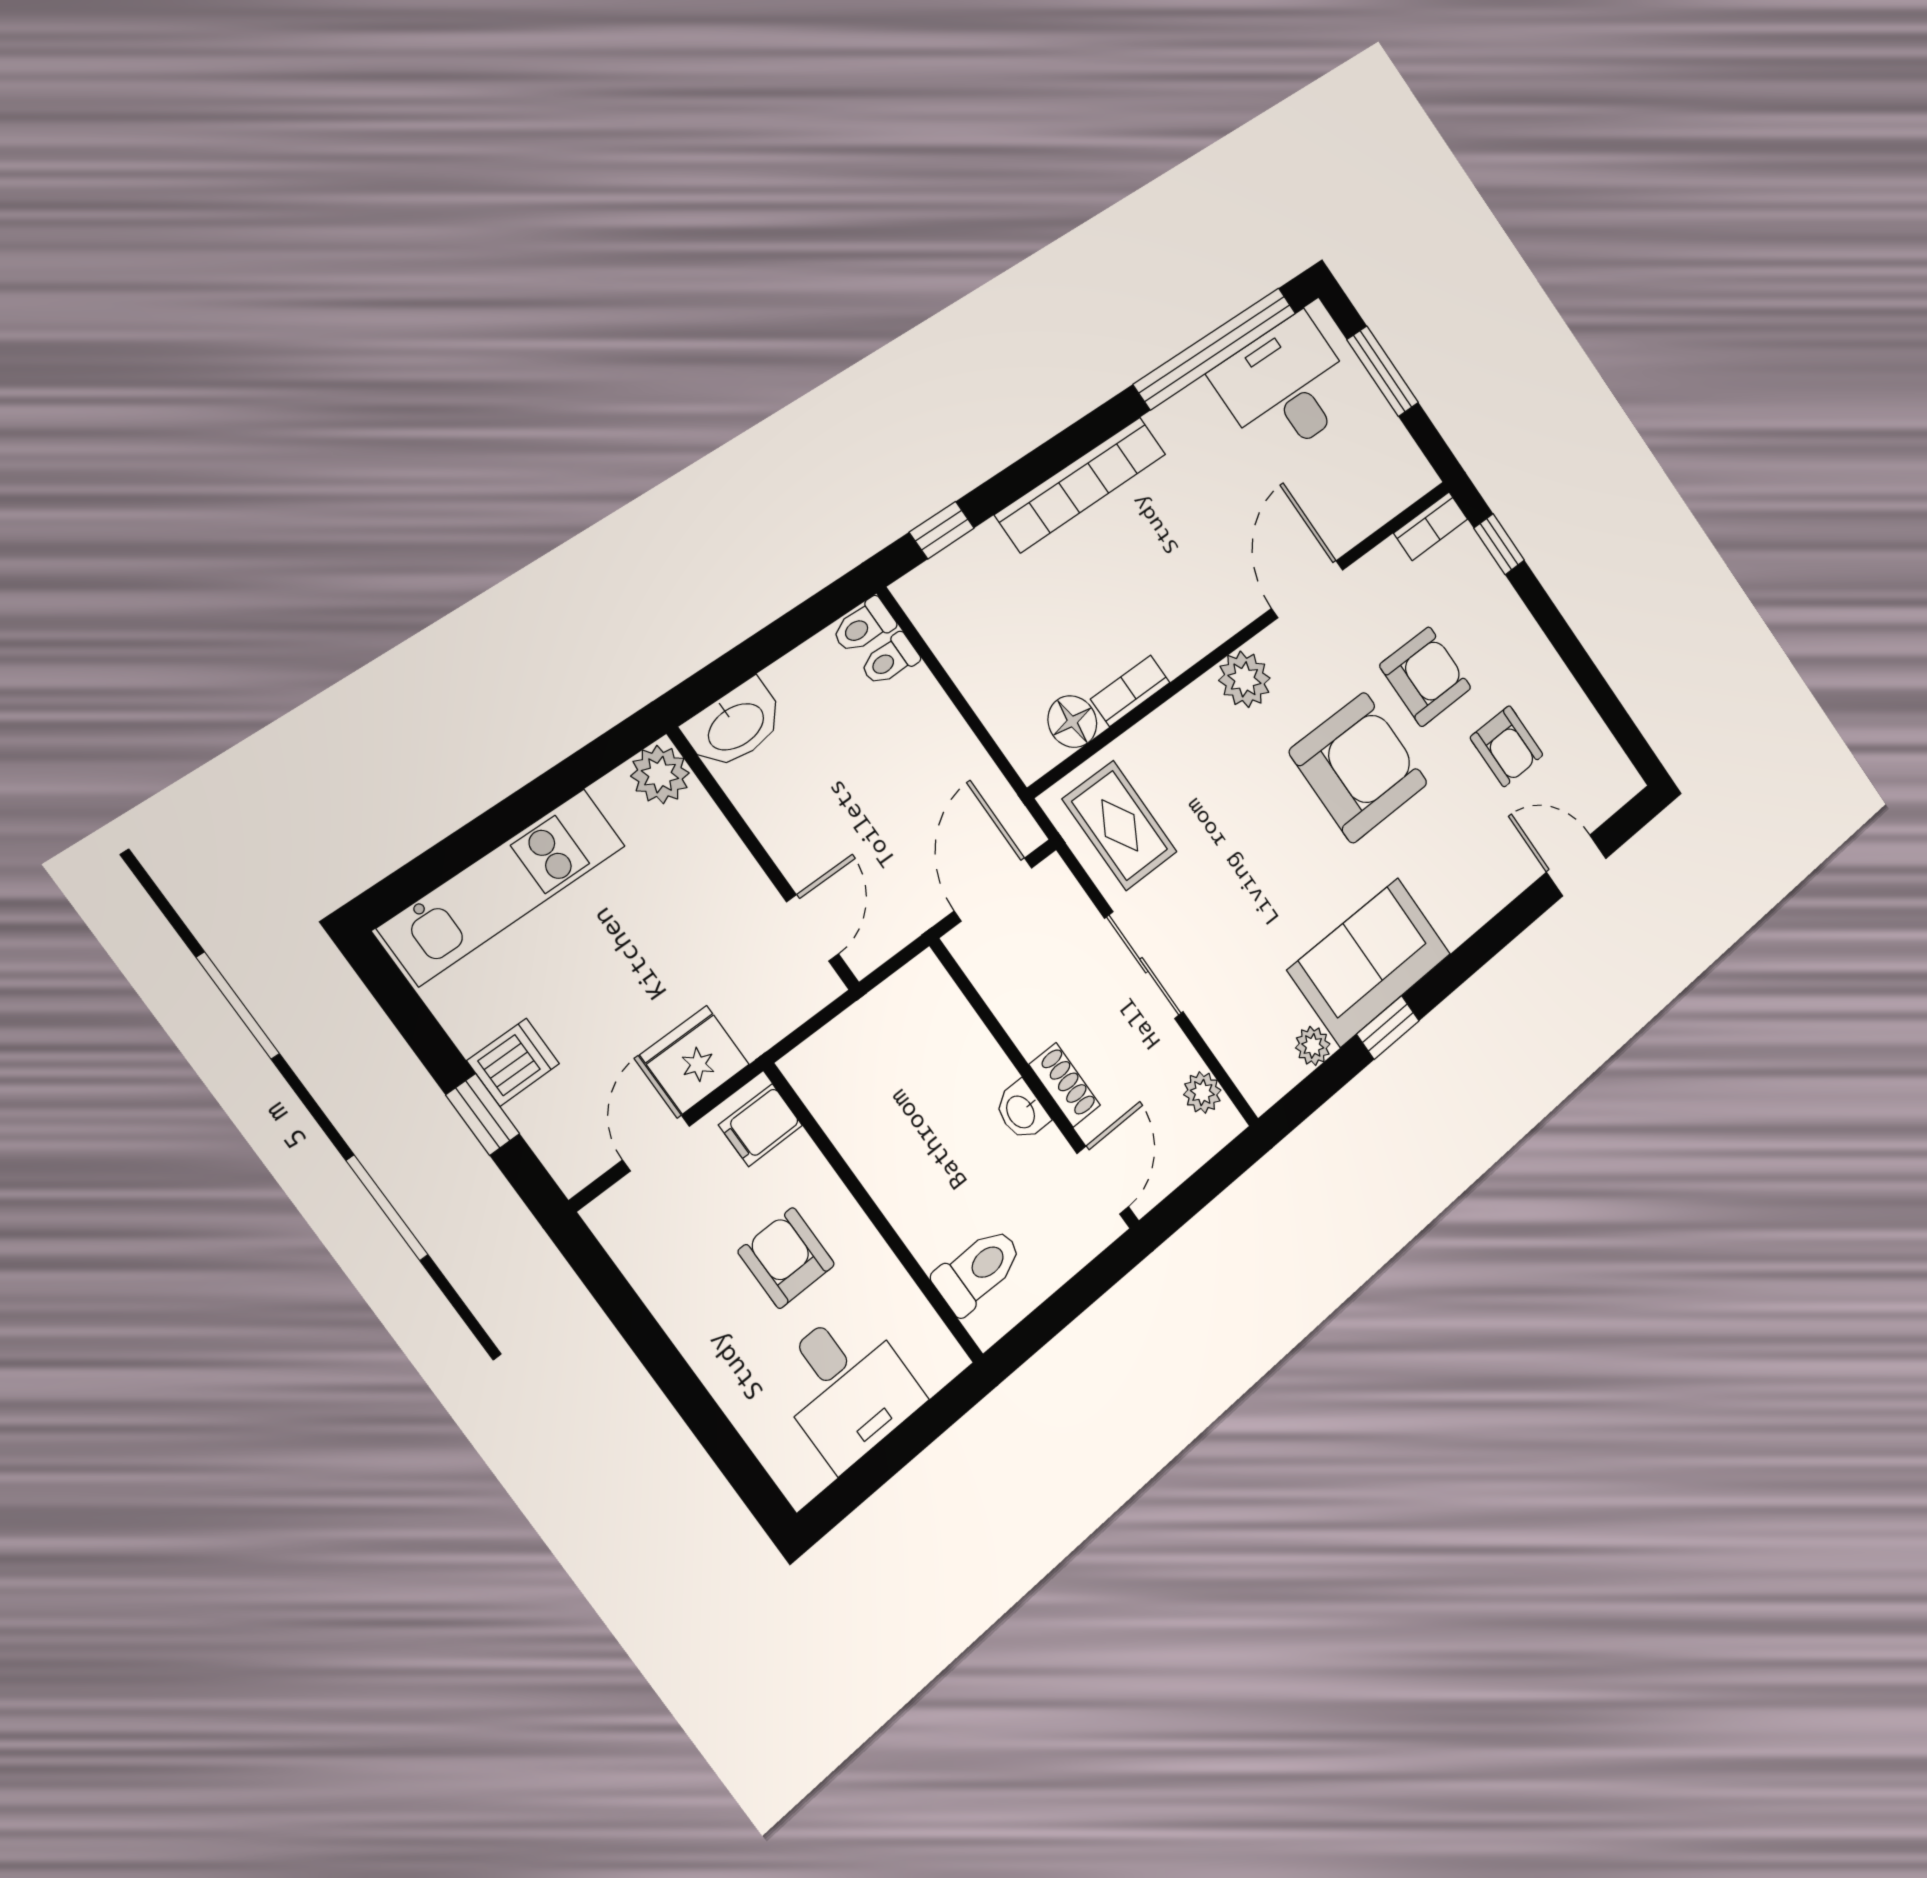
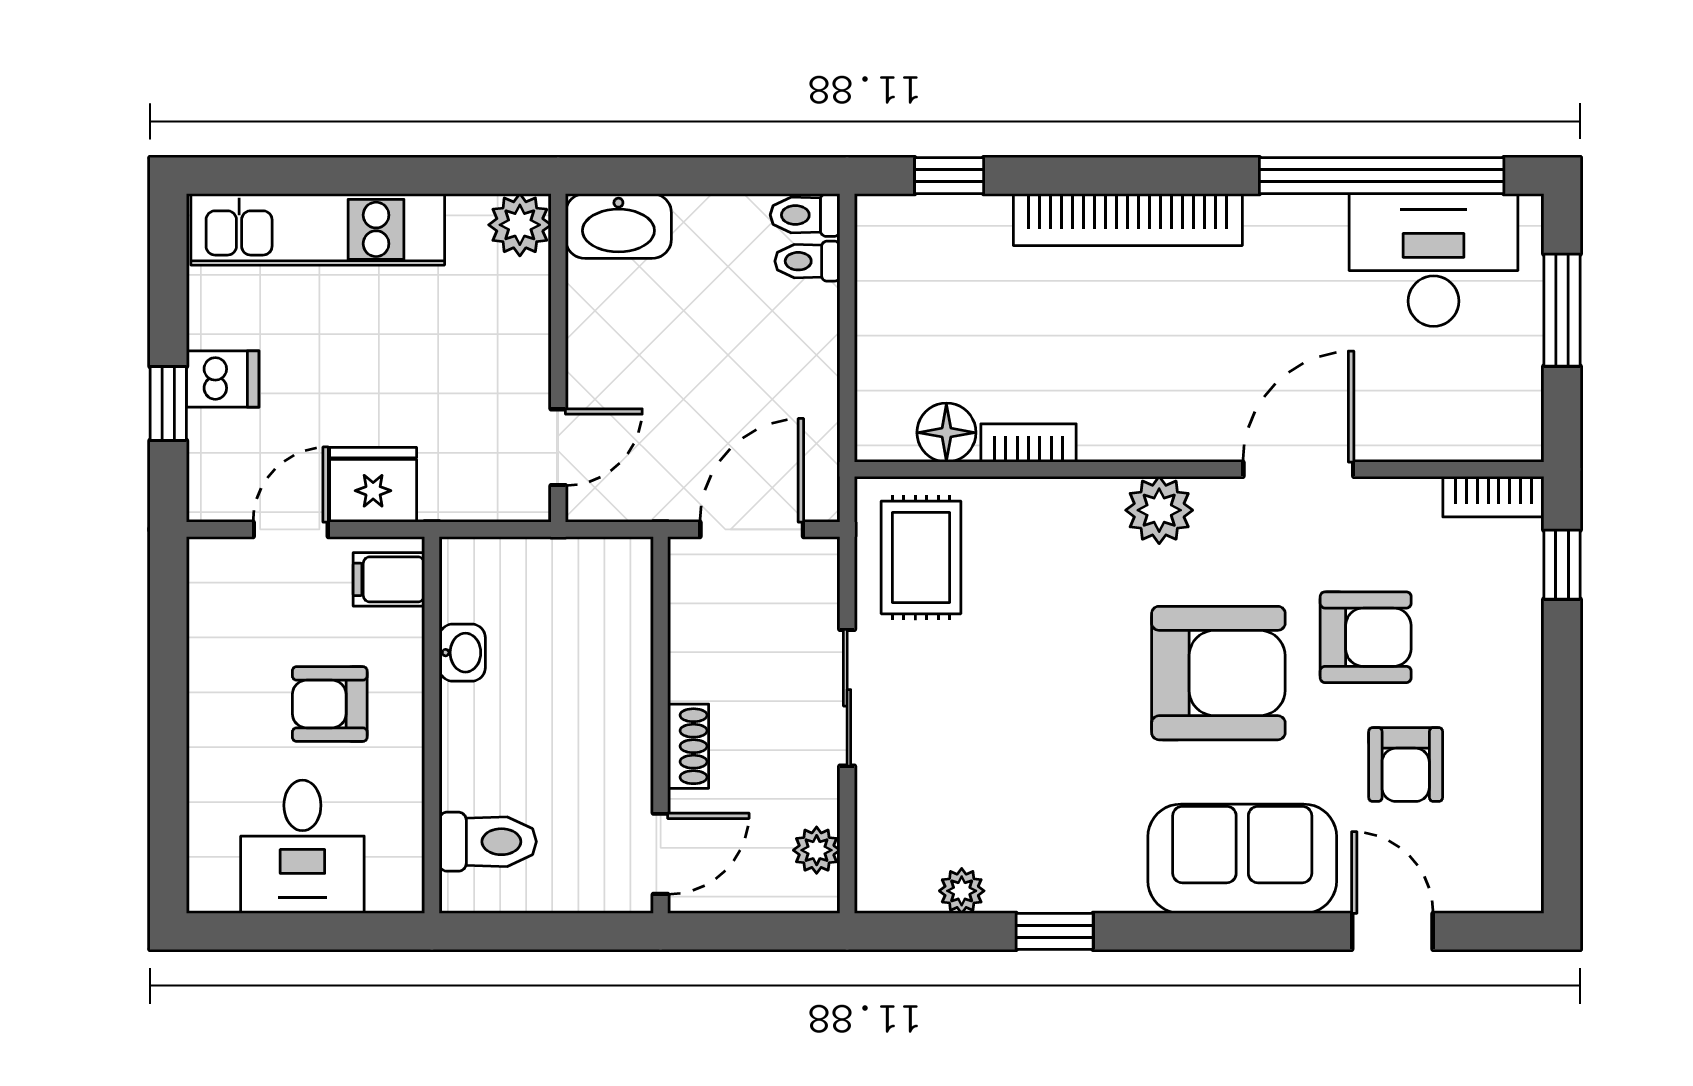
sofa: (1370, 962) -> (1242, 859), moved
washbasin: (1021, 1111) -> (462, 653), moved, turned 180
armchair: (786, 1258) -> (330, 704), turned -90

